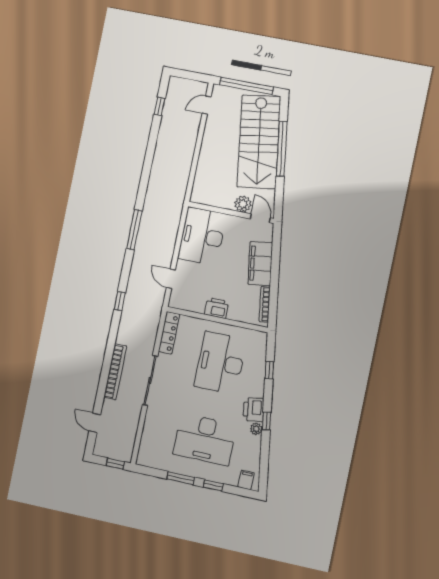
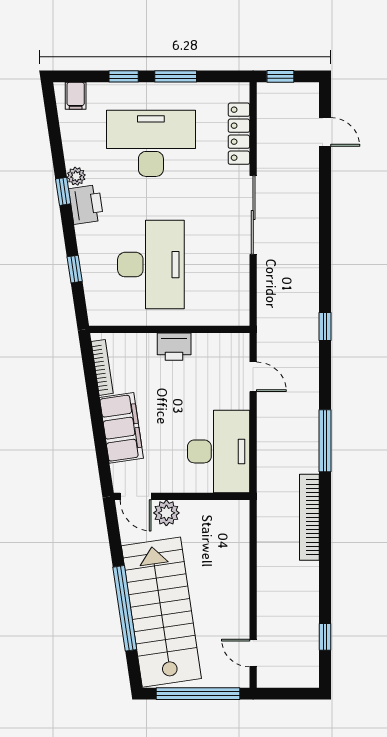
door: (207, 105) -> (253, 653), swing flipped
locker: (169, 333) -> (239, 134), moved
bookcase: (115, 372) -> (309, 517), moved

